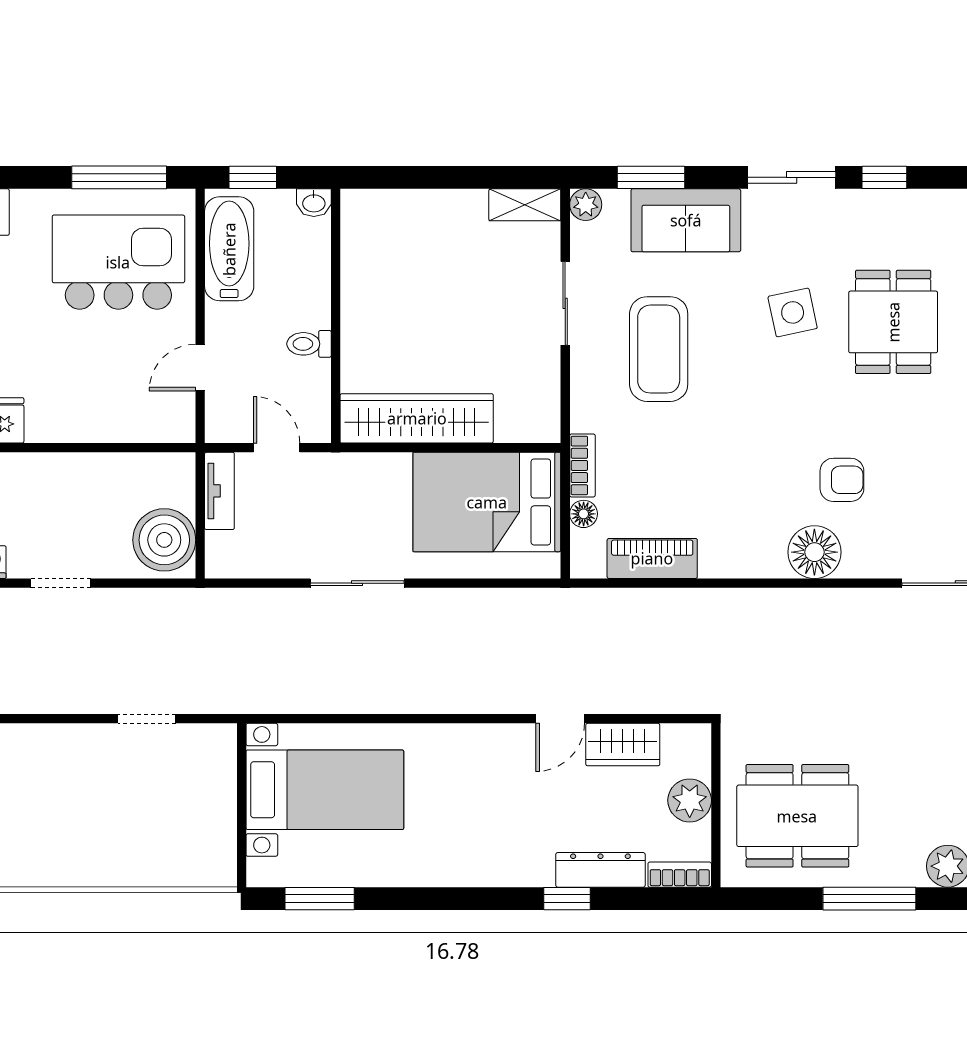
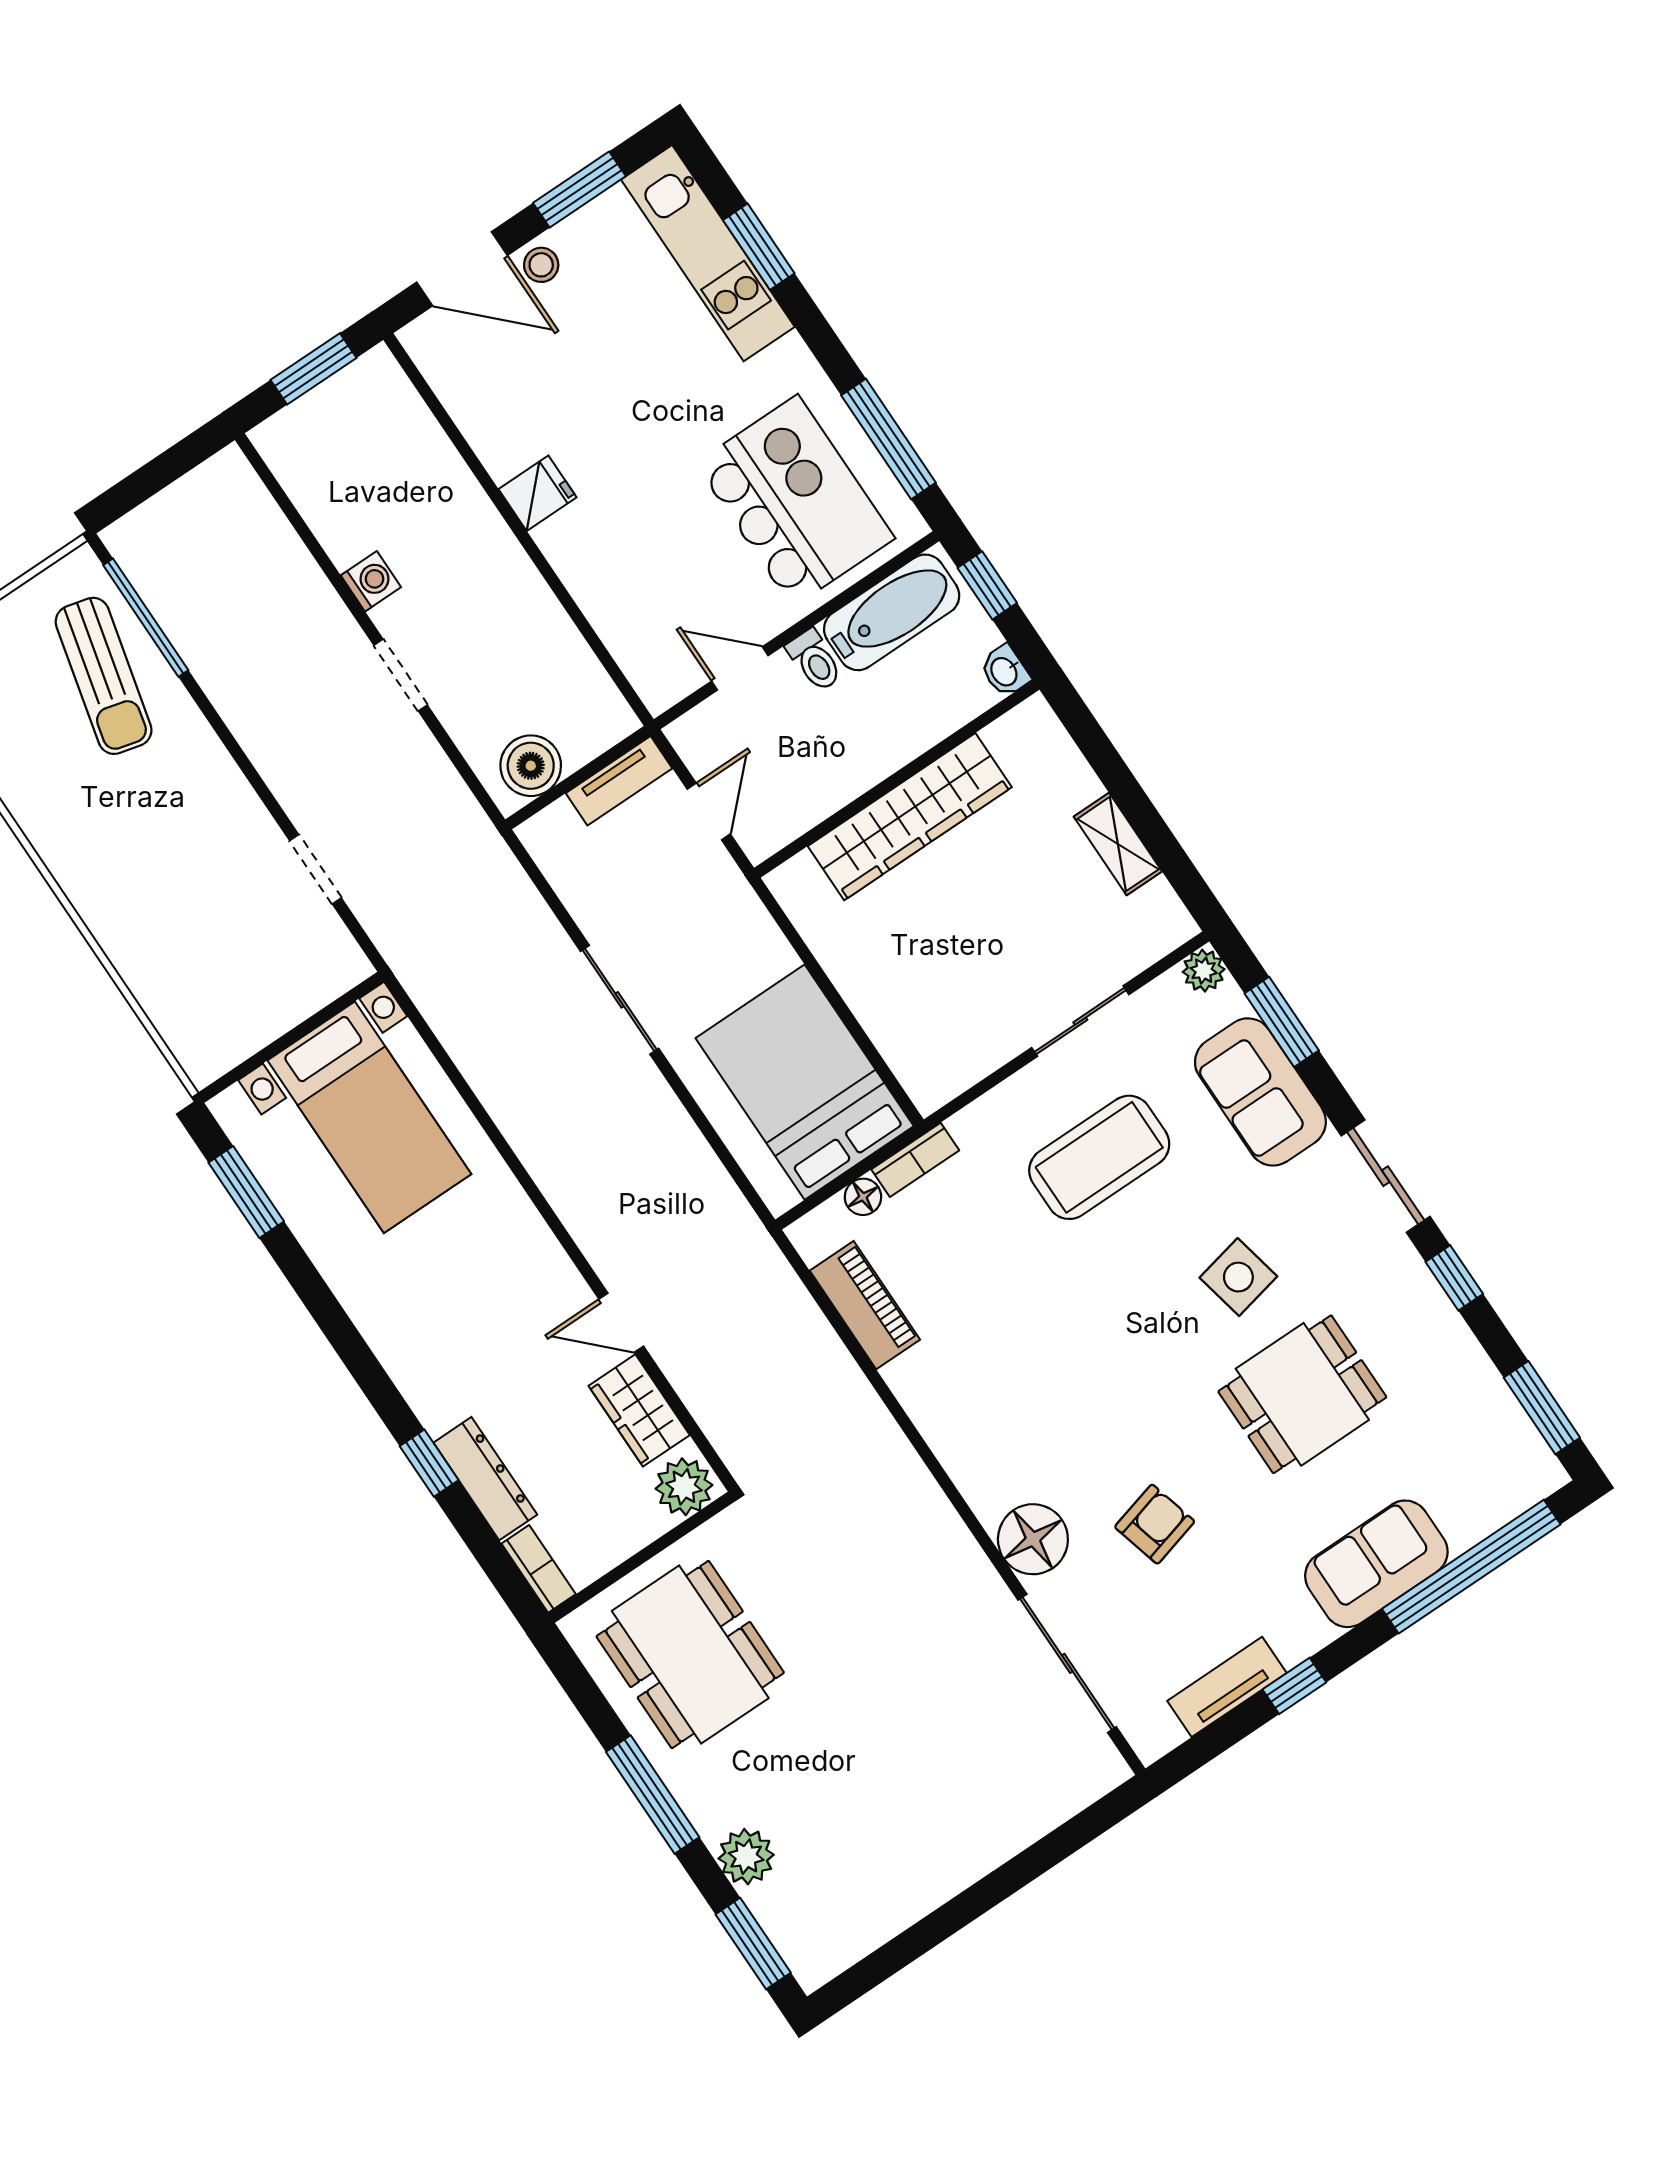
shelving: (525, 205) -> (1118, 844), moved
toilet: (309, 344) -> (815, 660), moved, turned 180
wardrobe: (417, 418) -> (910, 817), moved, turned 90
armchair: (842, 480) -> (1155, 1524), moved, turned -105
boiler: (164, 540) -> (531, 766), width x0.73, depth x0.73
floor lamp: (814, 552) -> (1033, 1539), moved
plant: (690, 800) -> (684, 1487), moved

